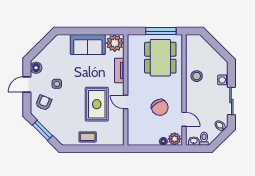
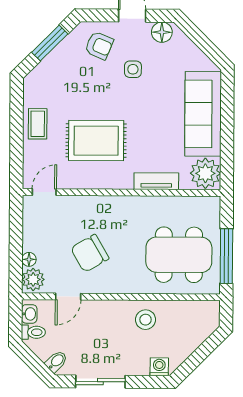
sofa: (88, 45) -> (203, 114), width x1.36
washing machine: (223, 80) -> (159, 367), moved
door: (126, 102) -> (44, 192), moved

